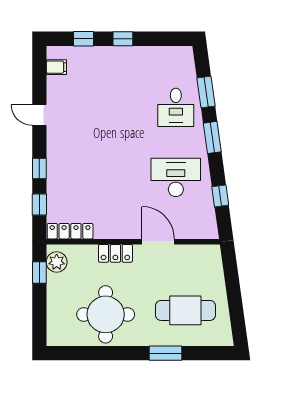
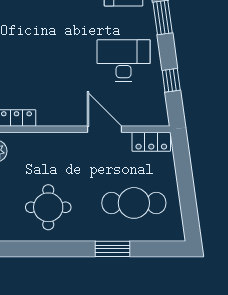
locker: (115, 253) -> (151, 142), moved
round table: (106, 314) -> (48, 207), width x0.73, depth x0.73

